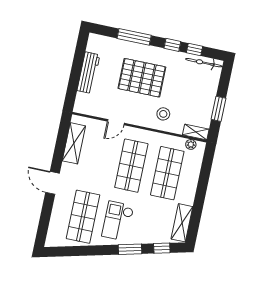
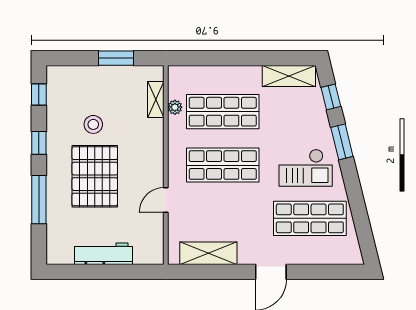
window: (195, 50) -> (39, 95), moved
bicycle: (204, 63) -> (55, 93), removed
stool: (163, 114) -> (93, 124), moved
door: (116, 122) -> (166, 200), swing flipped
shelving: (196, 132) -> (156, 99), moved
plant: (191, 144) -> (175, 107), moved

